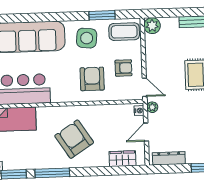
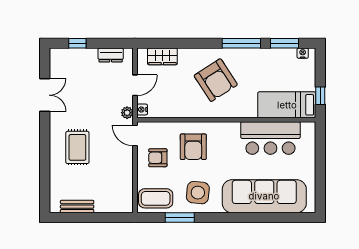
plant: (152, 26) -> (124, 204), removed
dresser: (169, 158) -> (111, 55), width x0.70

